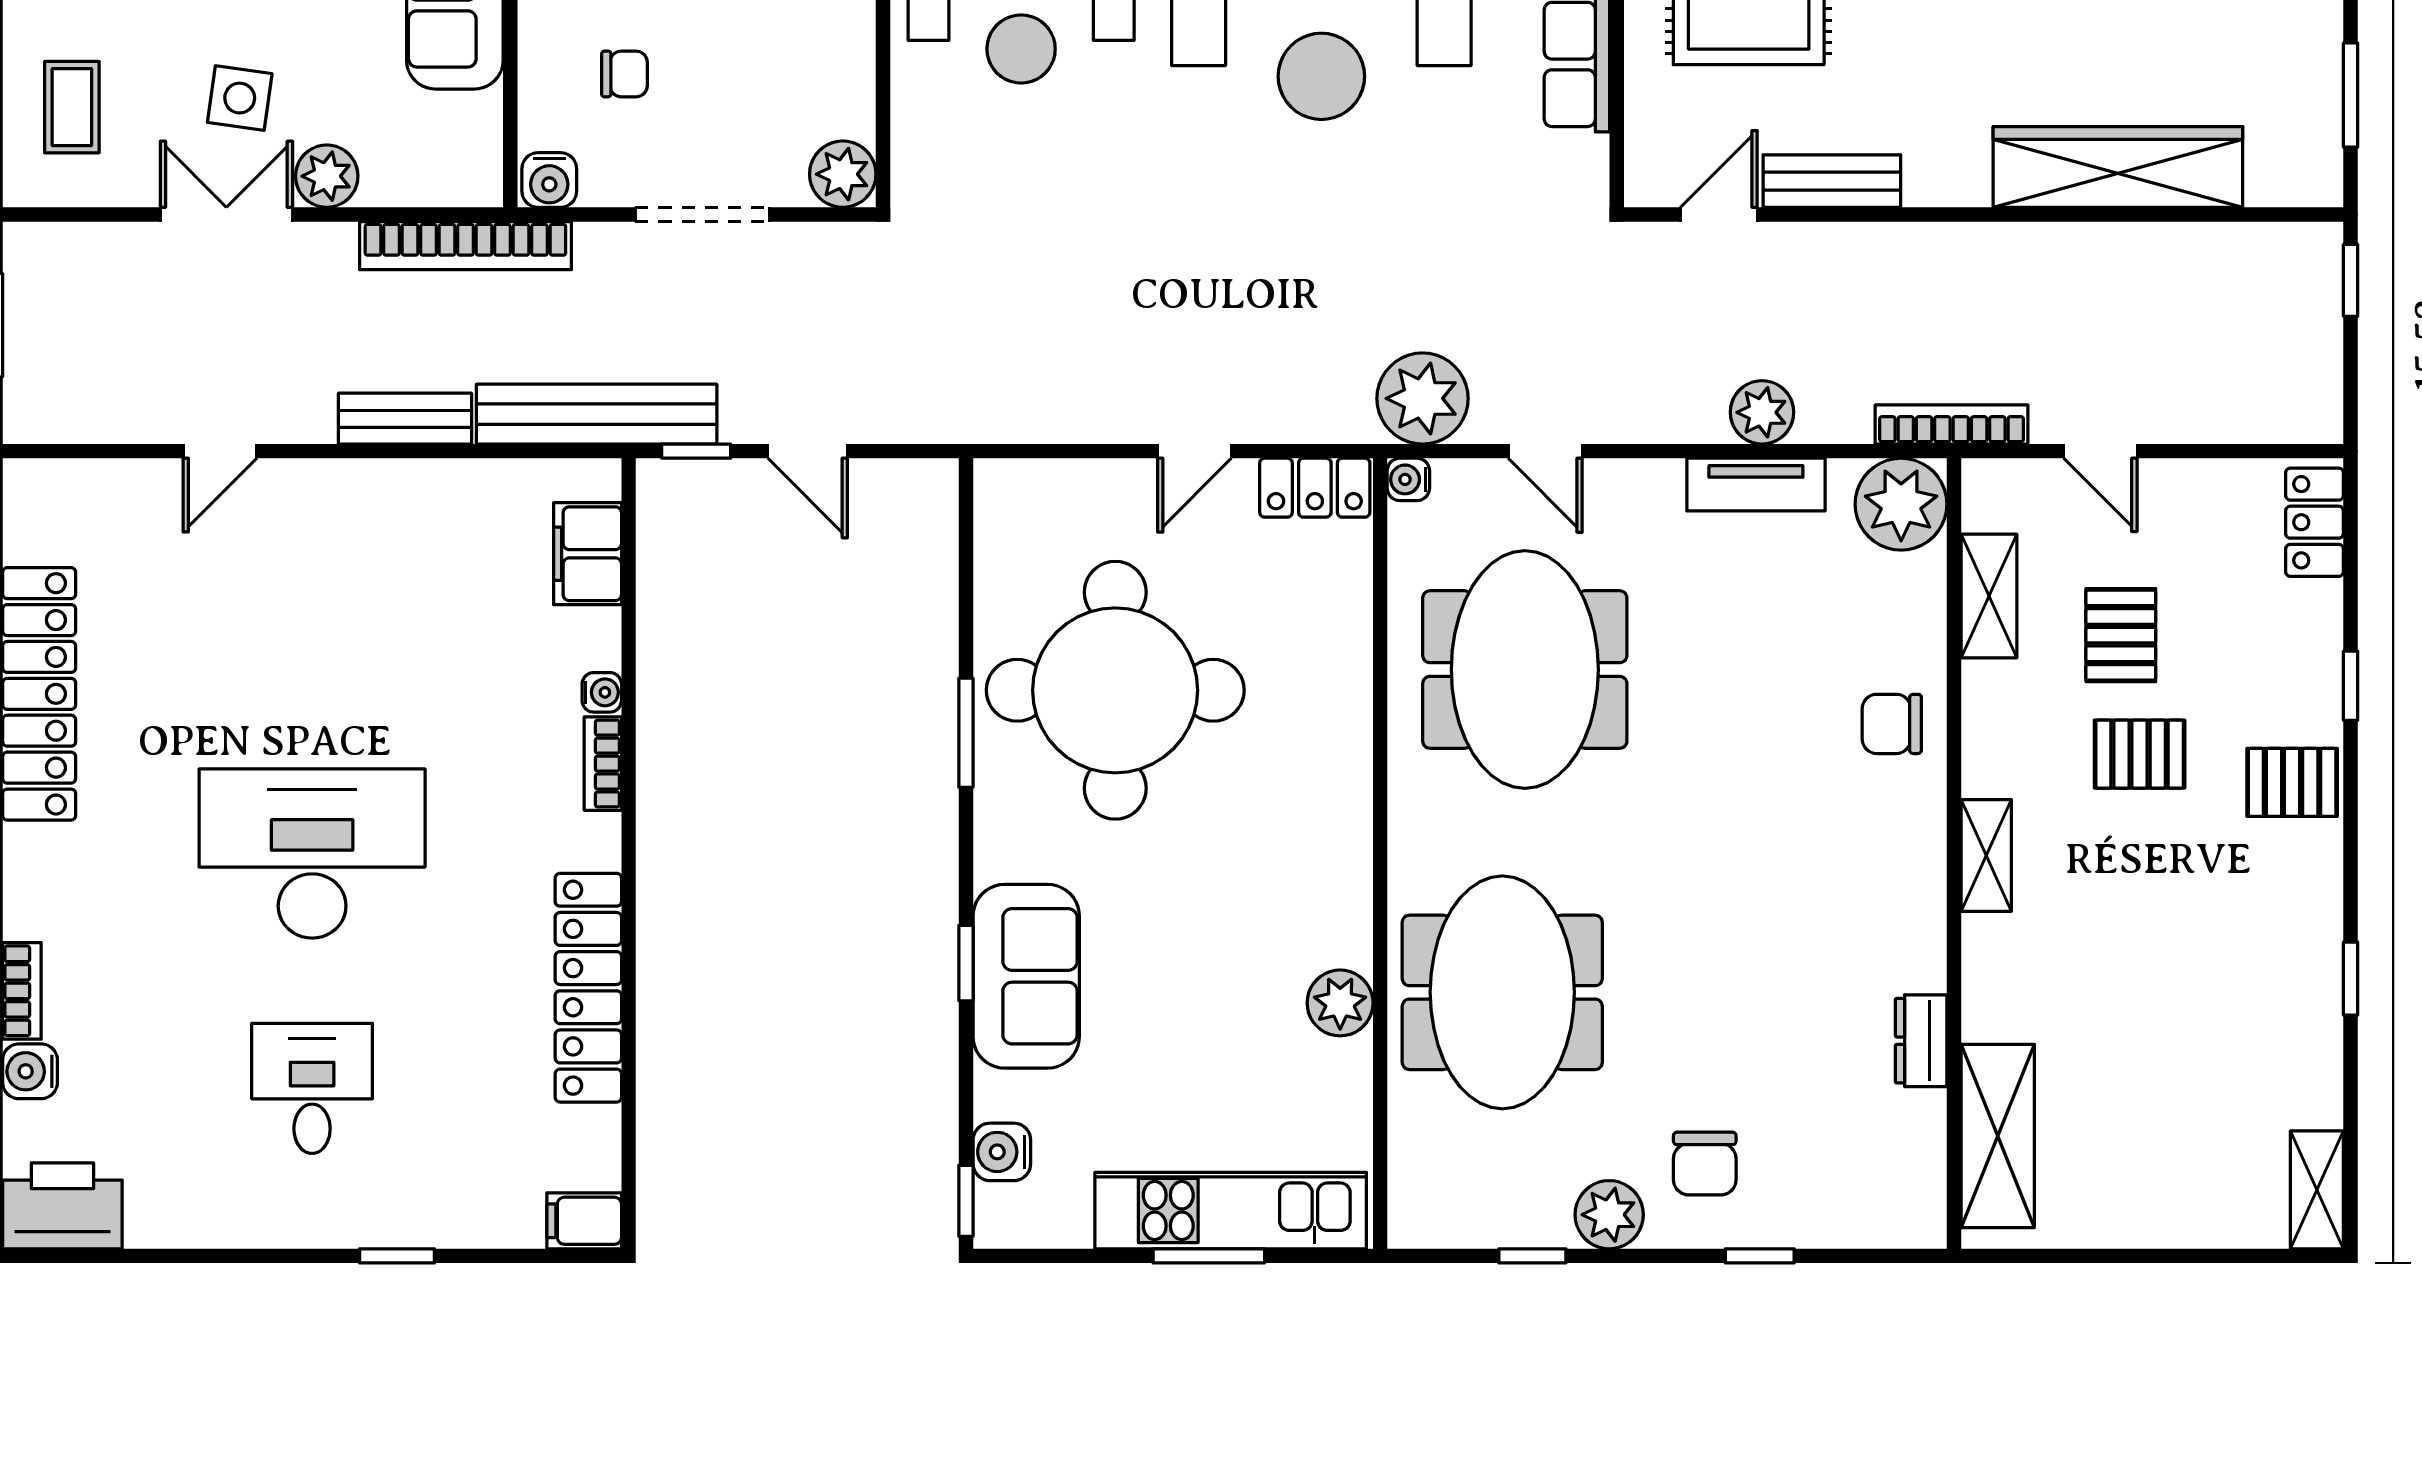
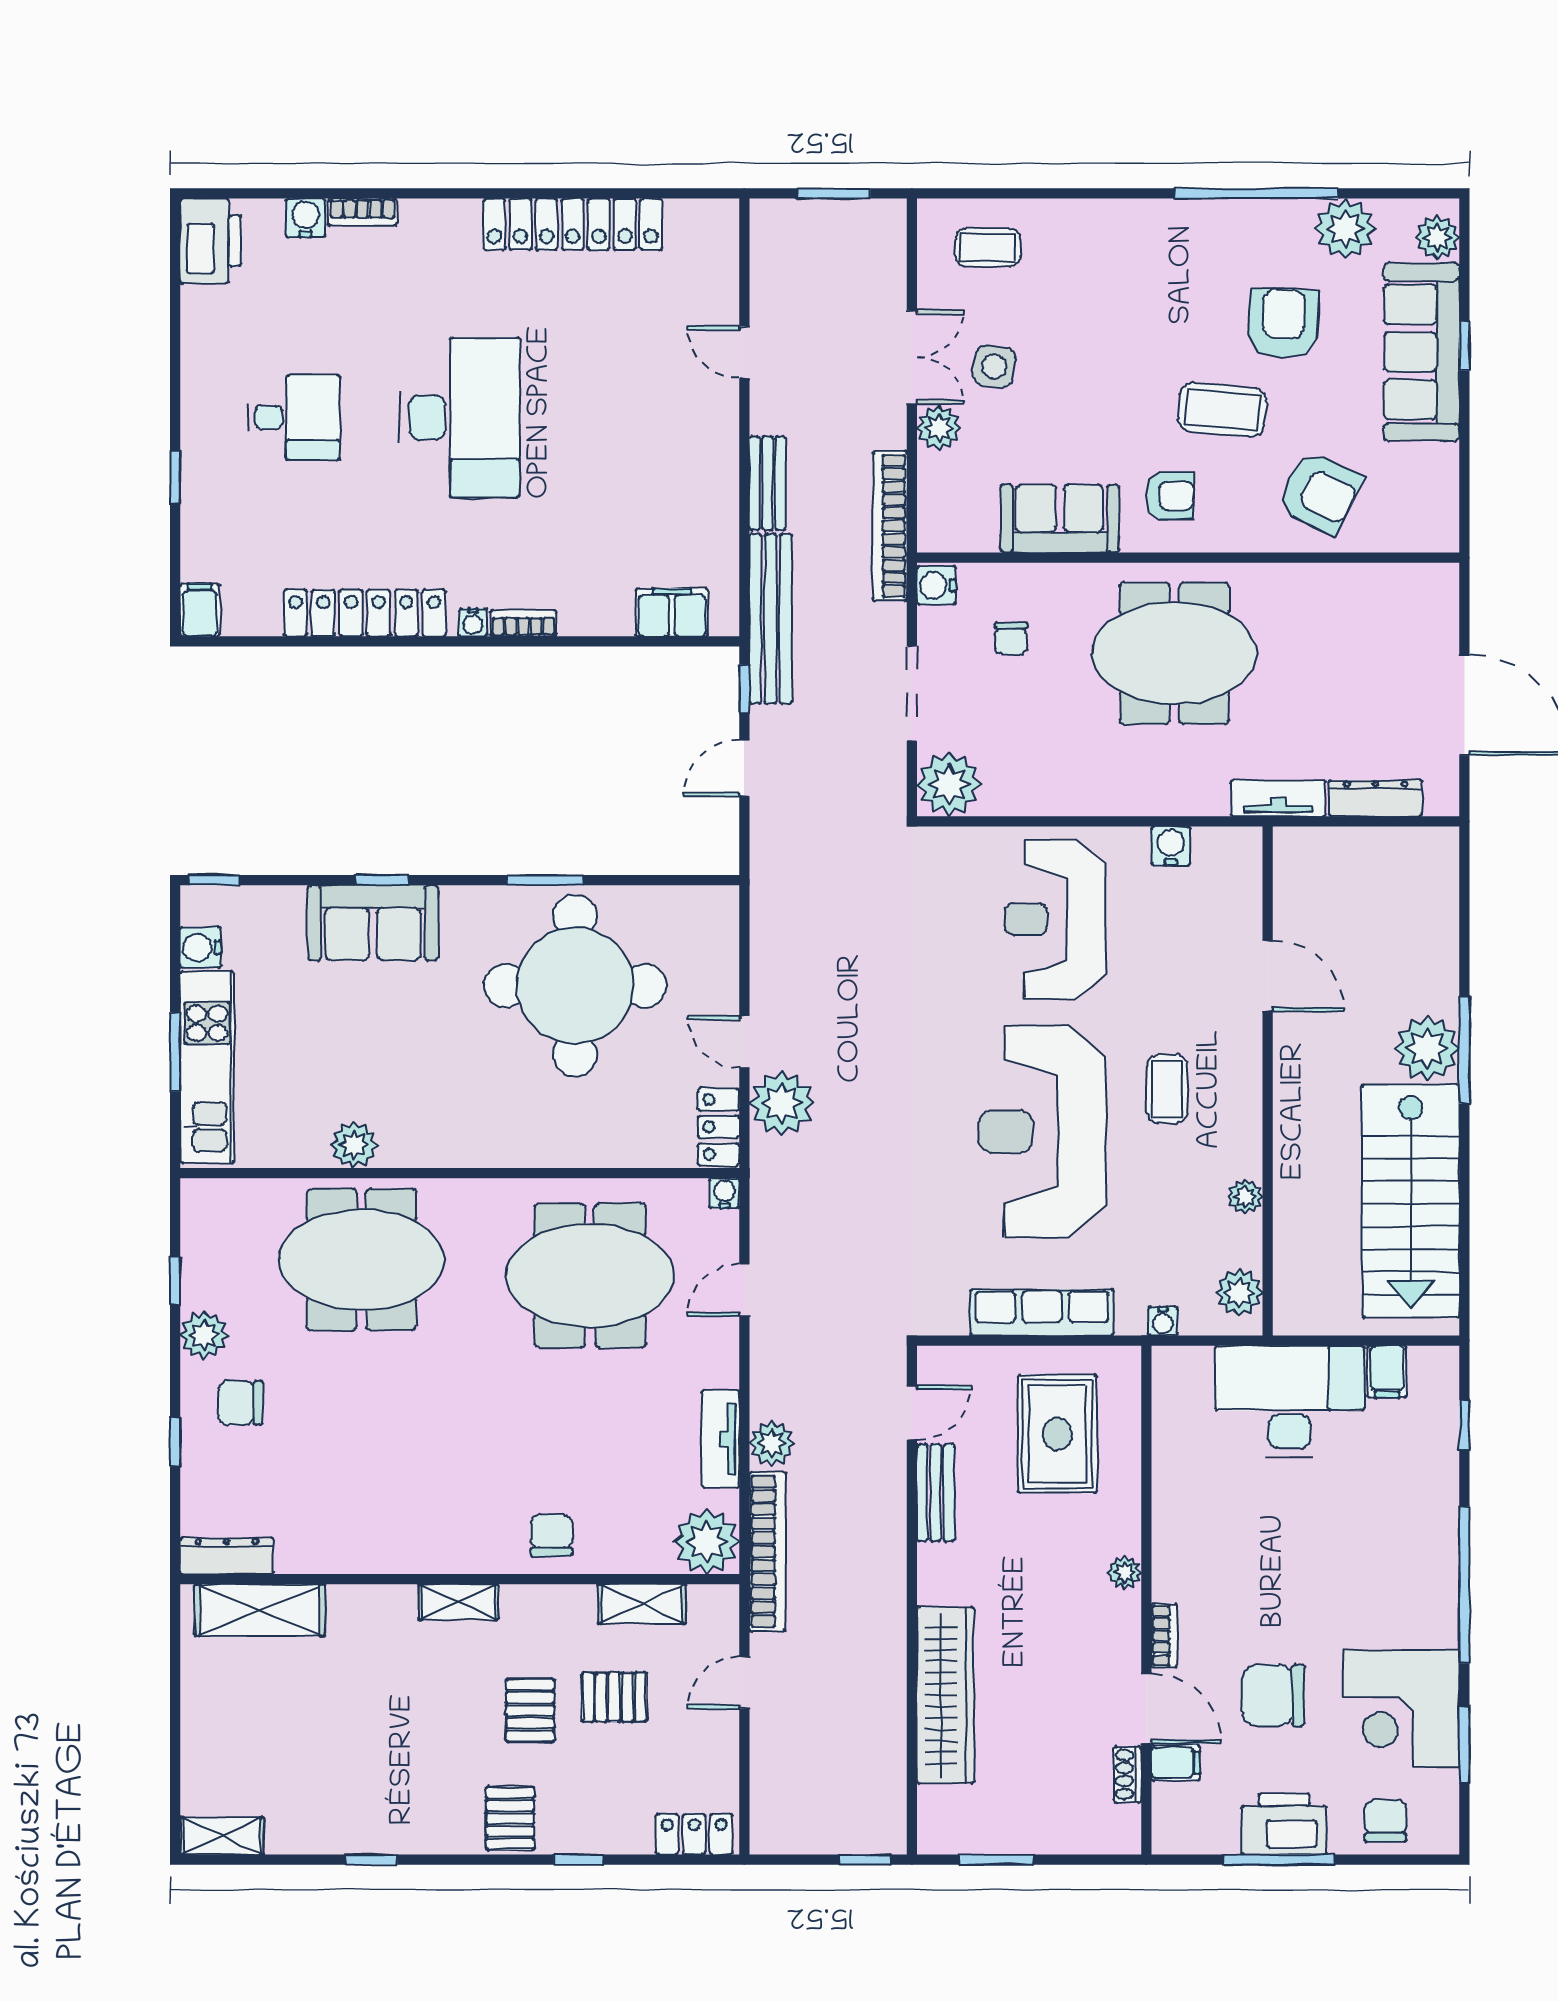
plant: (843, 174) -> (949, 784), width x1.36, depth x1.36
door: (1719, 214) -> (912, 1413), hinge flipped
plant: (1422, 398) -> (782, 1103), moved
bookcase: (1952, 424) -> (768, 1551), width x1.48, depth x1.31
water cooler: (602, 692) -> (473, 622), moved
dresser: (1921, 1041) -> (227, 1556), moved, width x1.44
water cooler: (1002, 1152) -> (200, 948), moved, turned -90

